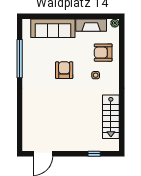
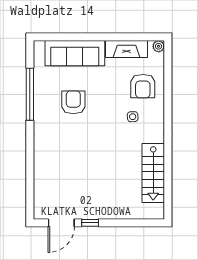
armchair: (103, 53) -> (143, 86), turned -90
armchair: (64, 70) -> (73, 102), moved
window: (94, 154) -> (90, 223), moved

